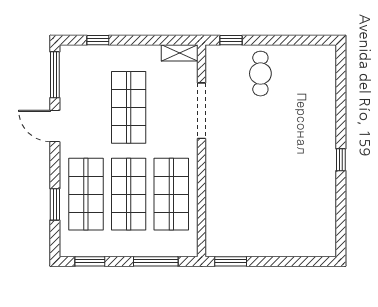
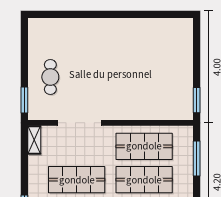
window: (231, 40) -> (24, 100), width x1.50
cafe table: (260, 74) -> (50, 77), turned 90
window: (341, 160) -> (117, 14), removed

